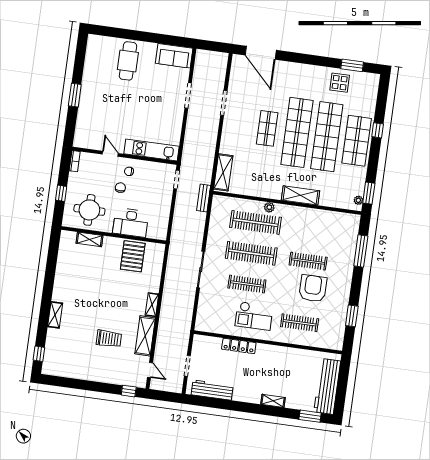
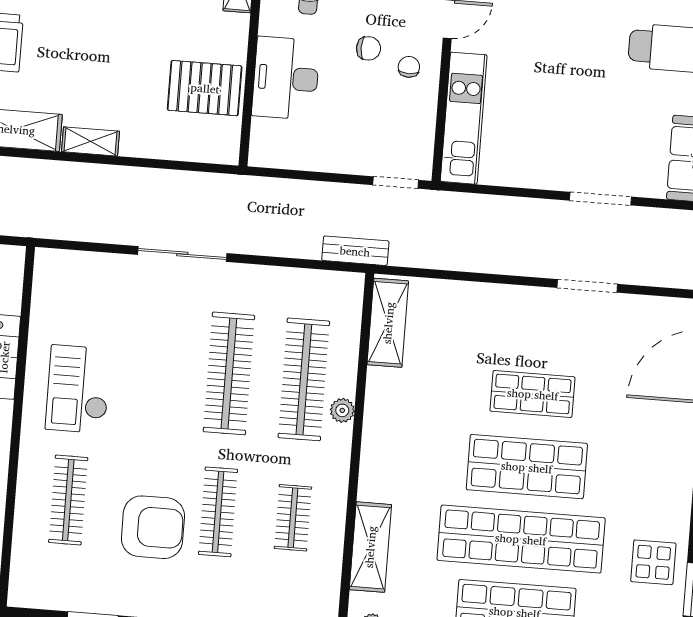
shop shelf: (297, 132) -> (527, 467), width x0.71
shelving: (223, 172) -> (388, 323), moved, turned 90
shelving: (300, 195) -> (370, 547), moved
clothes rail: (247, 284) -> (293, 518), moved, width x0.73

